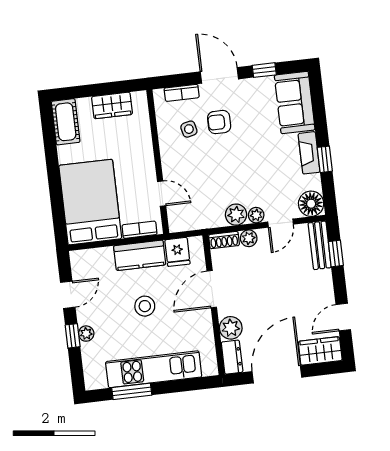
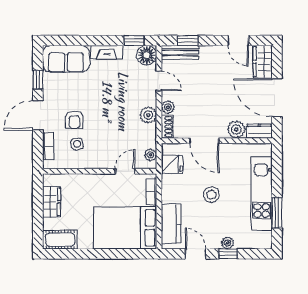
window: (325, 159) -> (134, 41), moved
plant: (256, 215) -> (151, 155), moved
kitchen counter: (140, 255) -> (171, 224), moved

